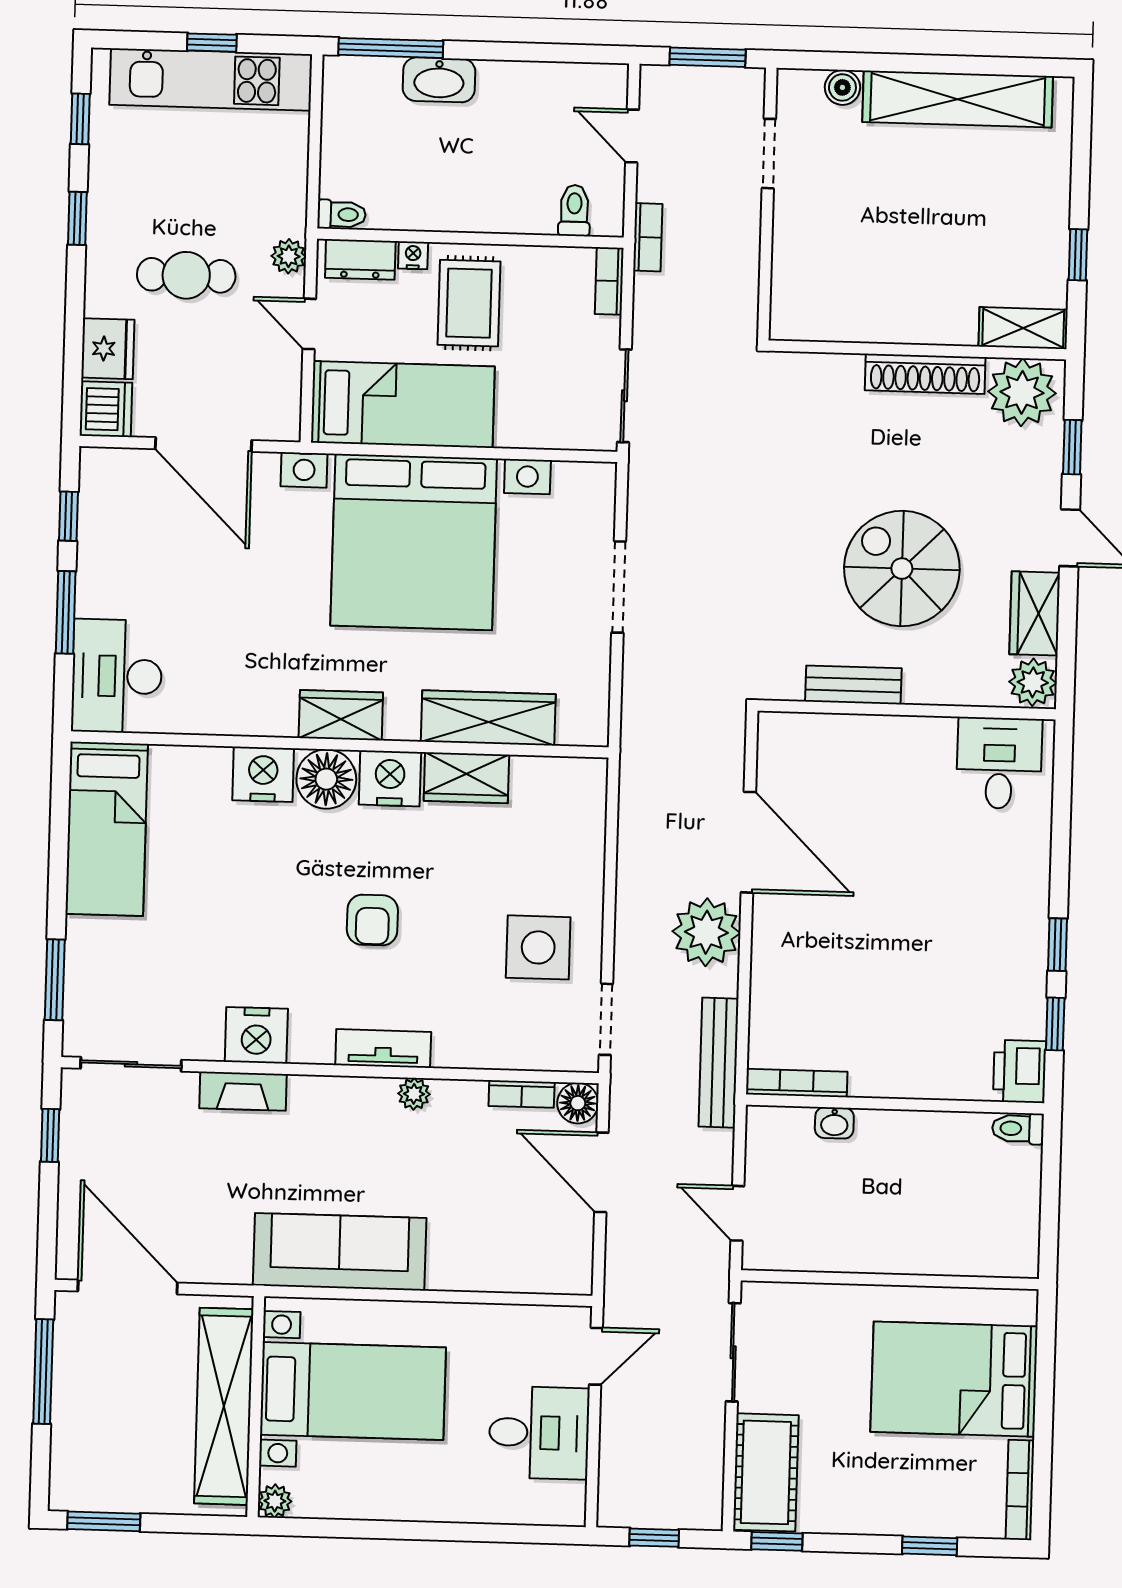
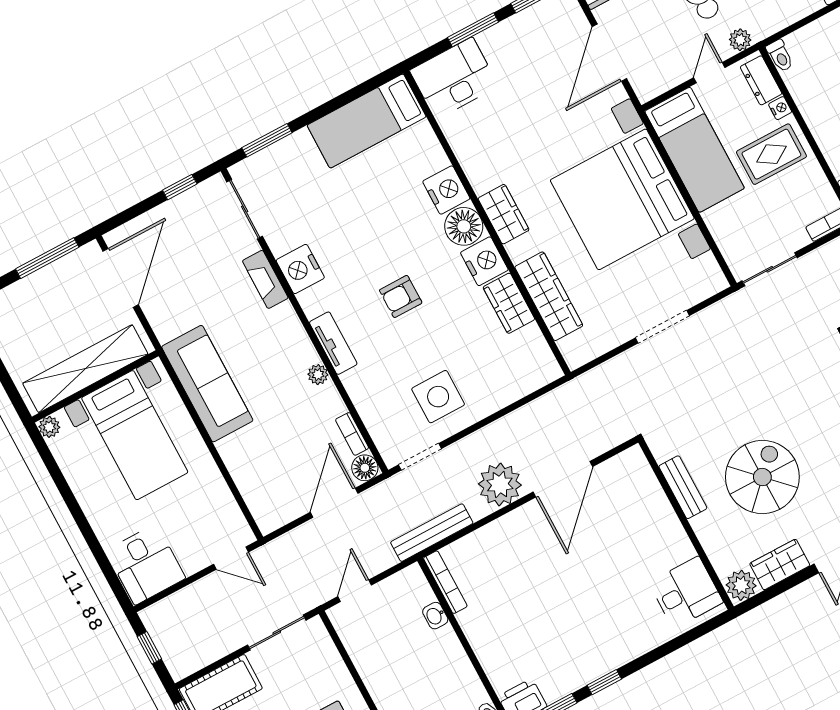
desk: (539, 1433) -> (146, 564), moved

